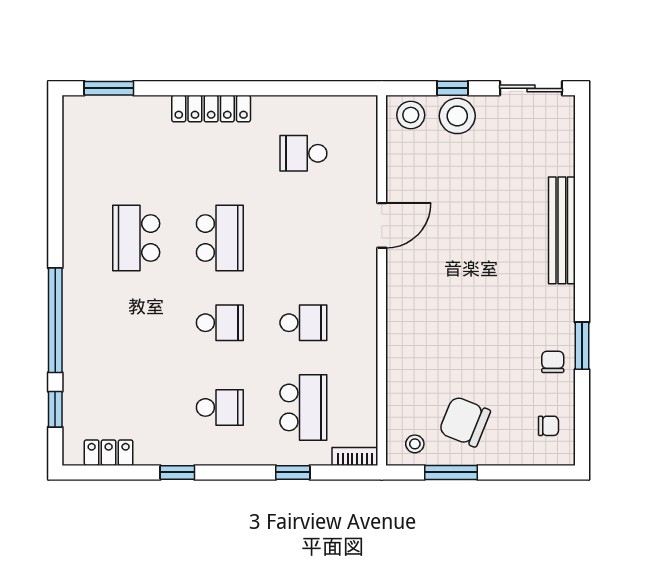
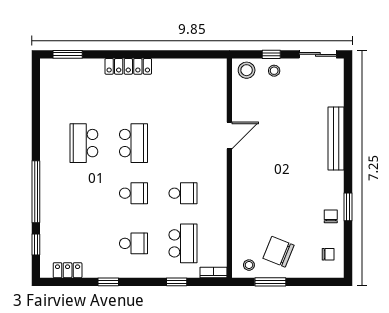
stool: (457, 116) -> (274, 71), width x0.53, depth x0.53
school desk: (303, 153) -> (183, 93), removed

